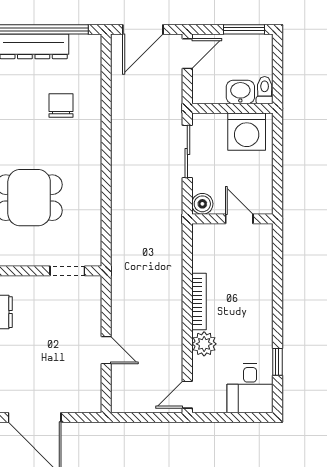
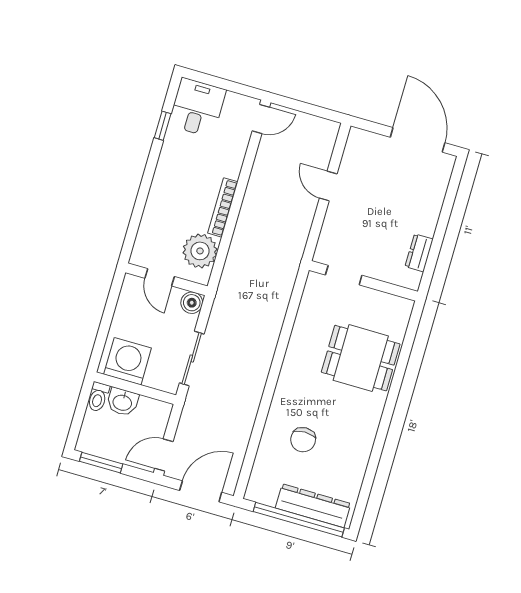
plant: (204, 344) -> (200, 251), moved, width x1.36, depth x1.36

